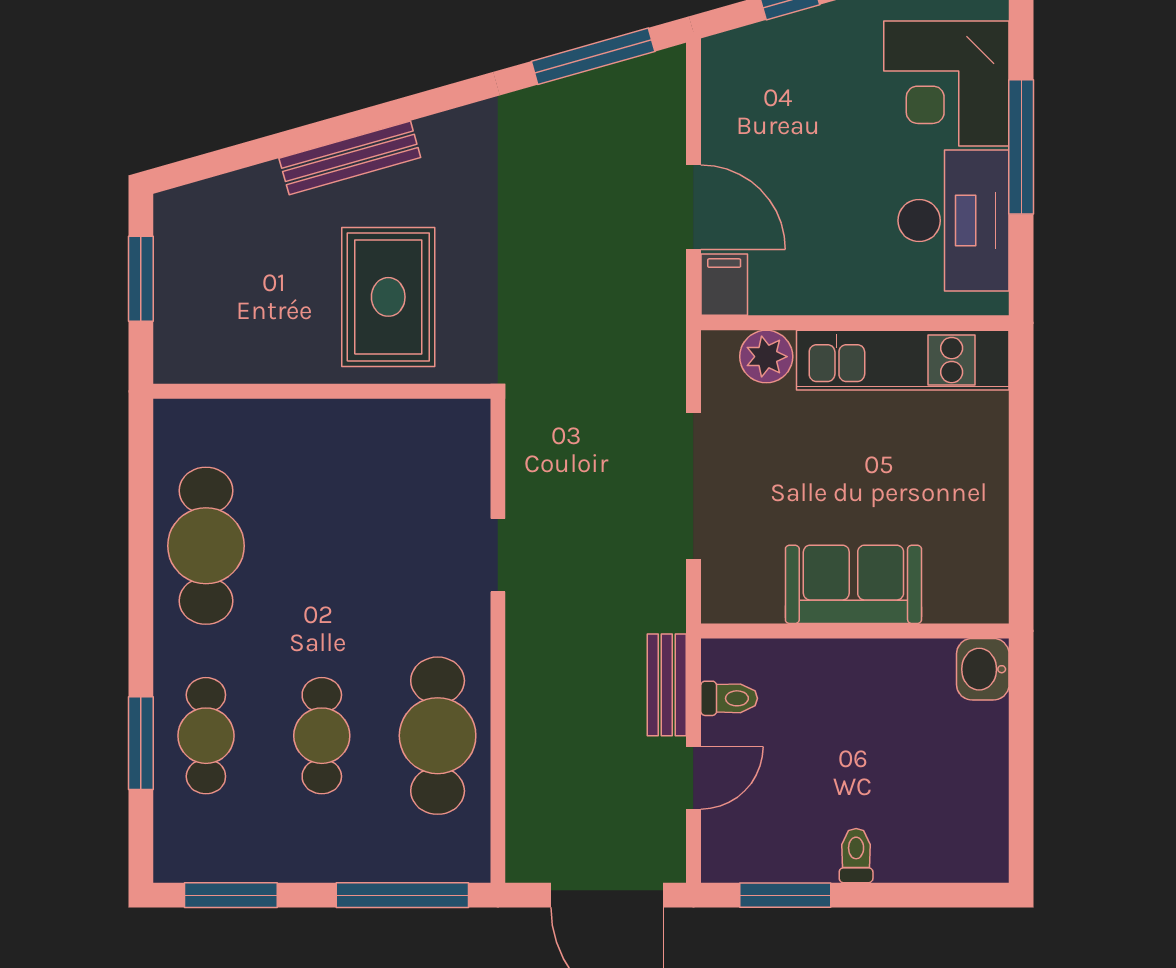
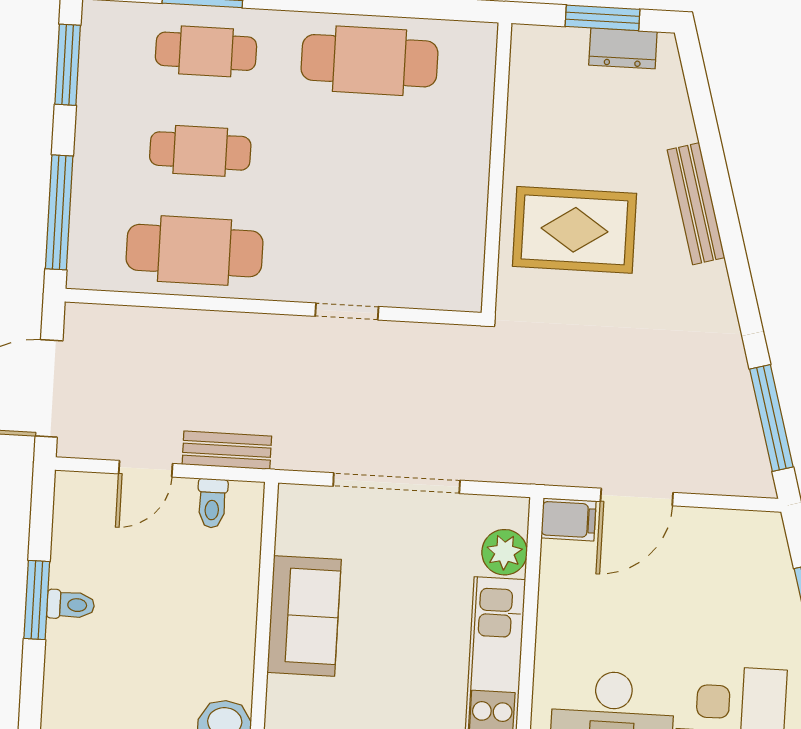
dresser: (175, 253) -> (623, 48), added
door: (693, 778) -> (146, 469), hinge flipped
window: (785, 895) -> (37, 600), moved

